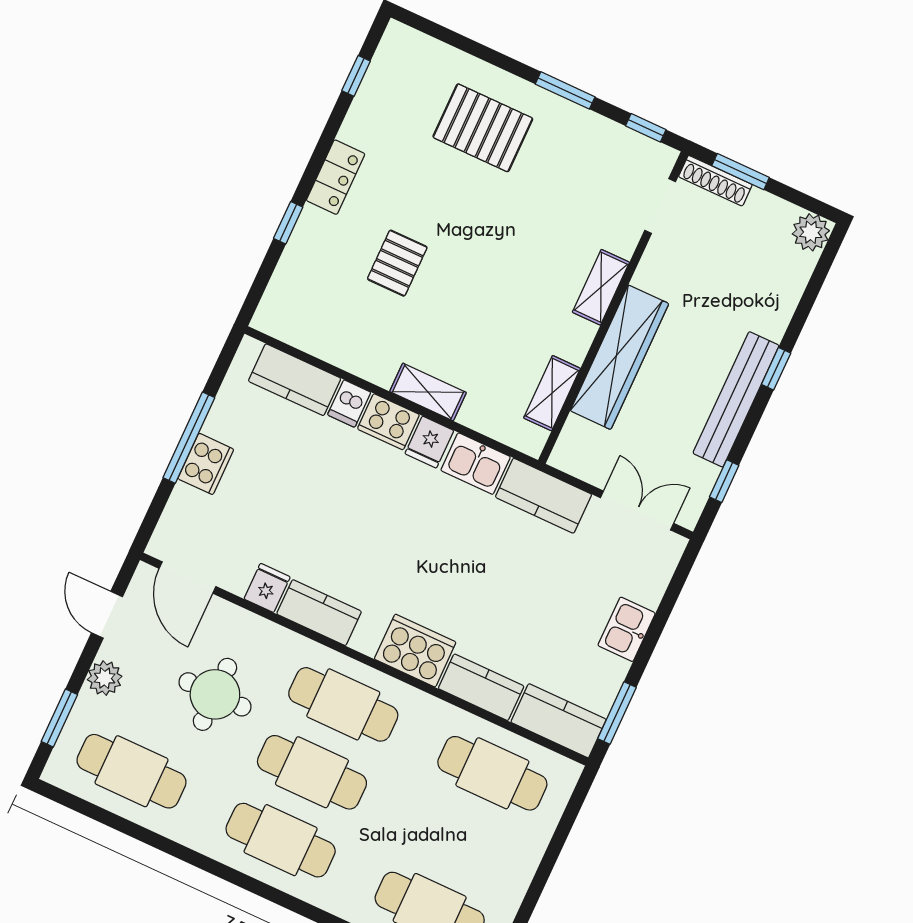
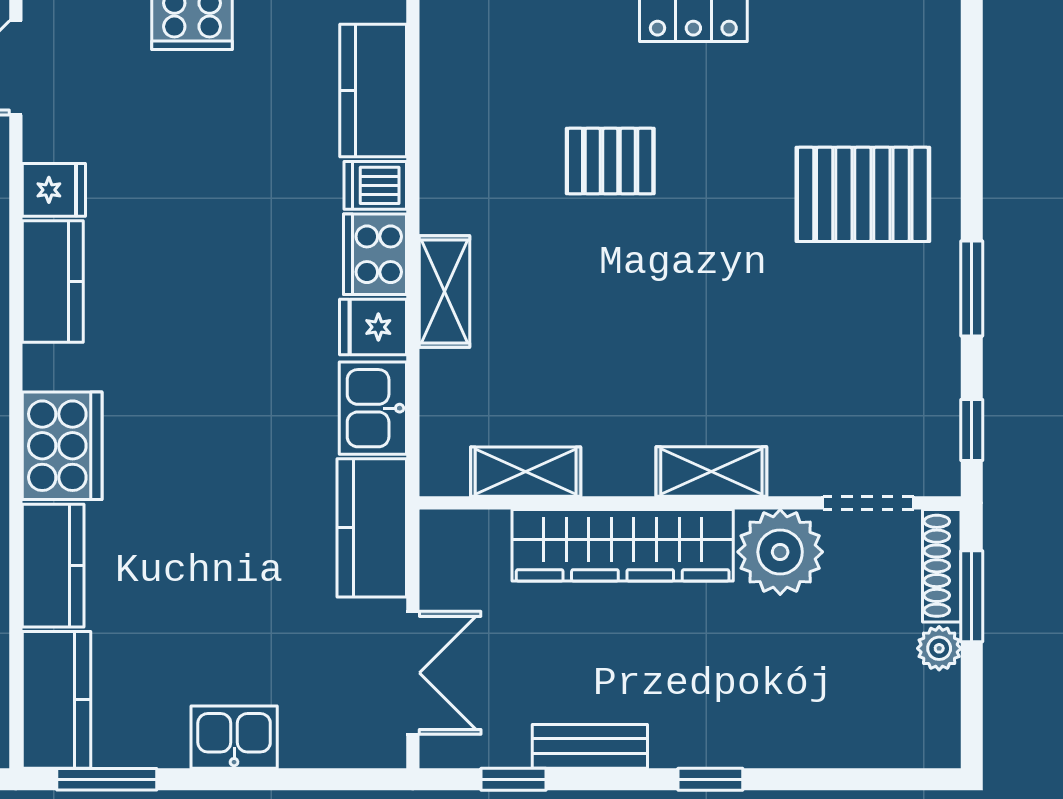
pallet: (483, 128) -> (863, 194), turned 90
plant: (811, 232) -> (939, 648), moved, width x0.73, depth x0.73
plant: (665, 269) -> (780, 552), added
bench: (736, 399) -> (590, 746), width x0.54, depth x0.82

